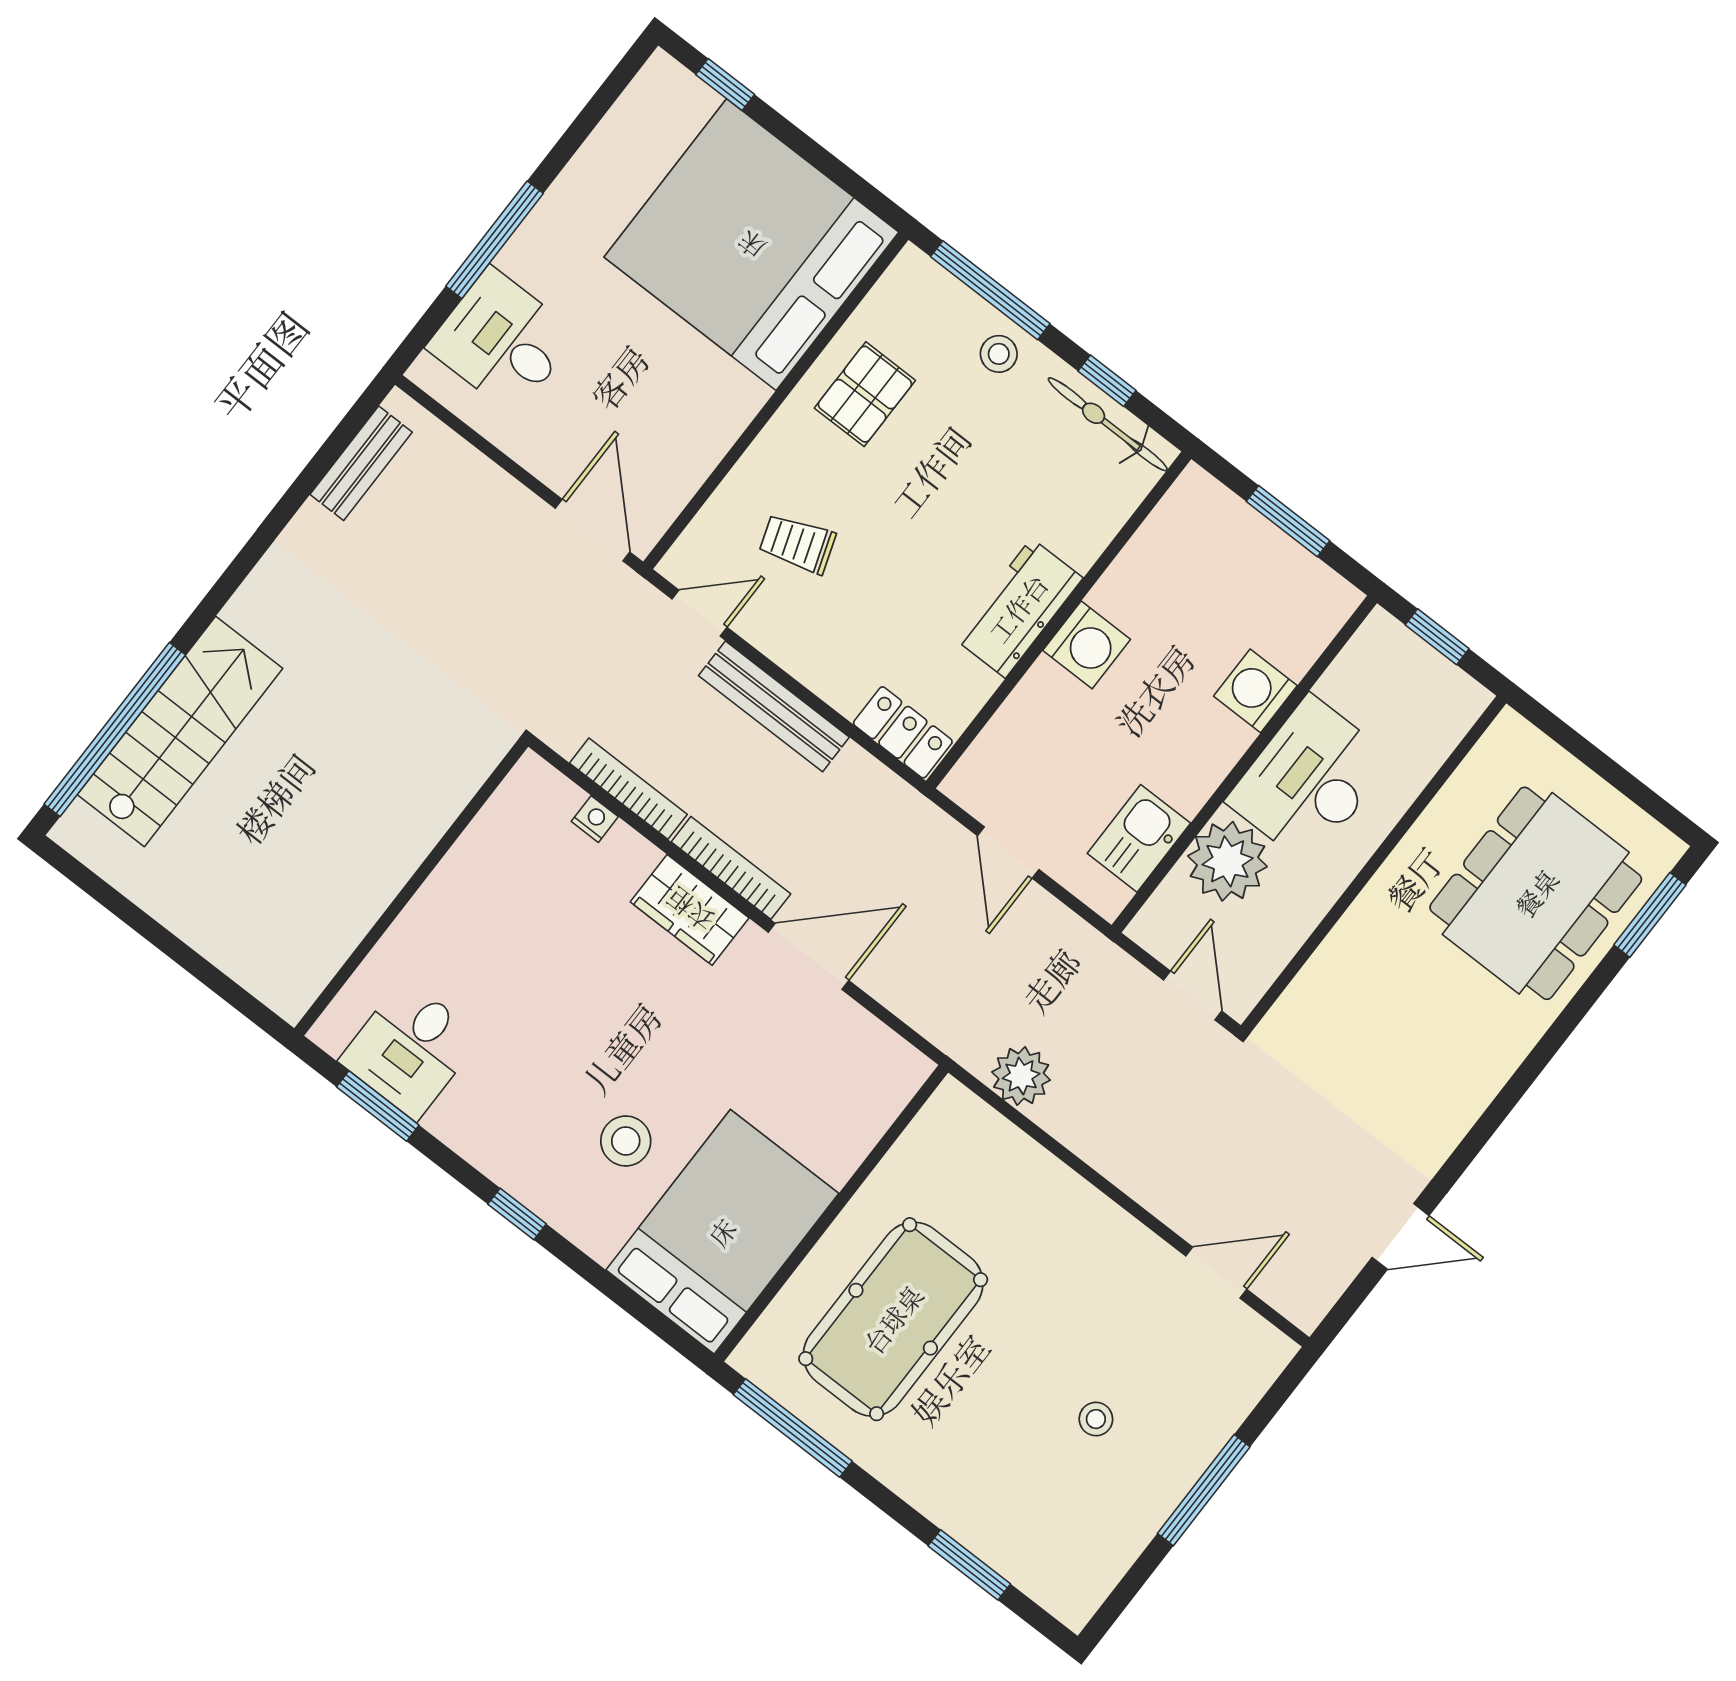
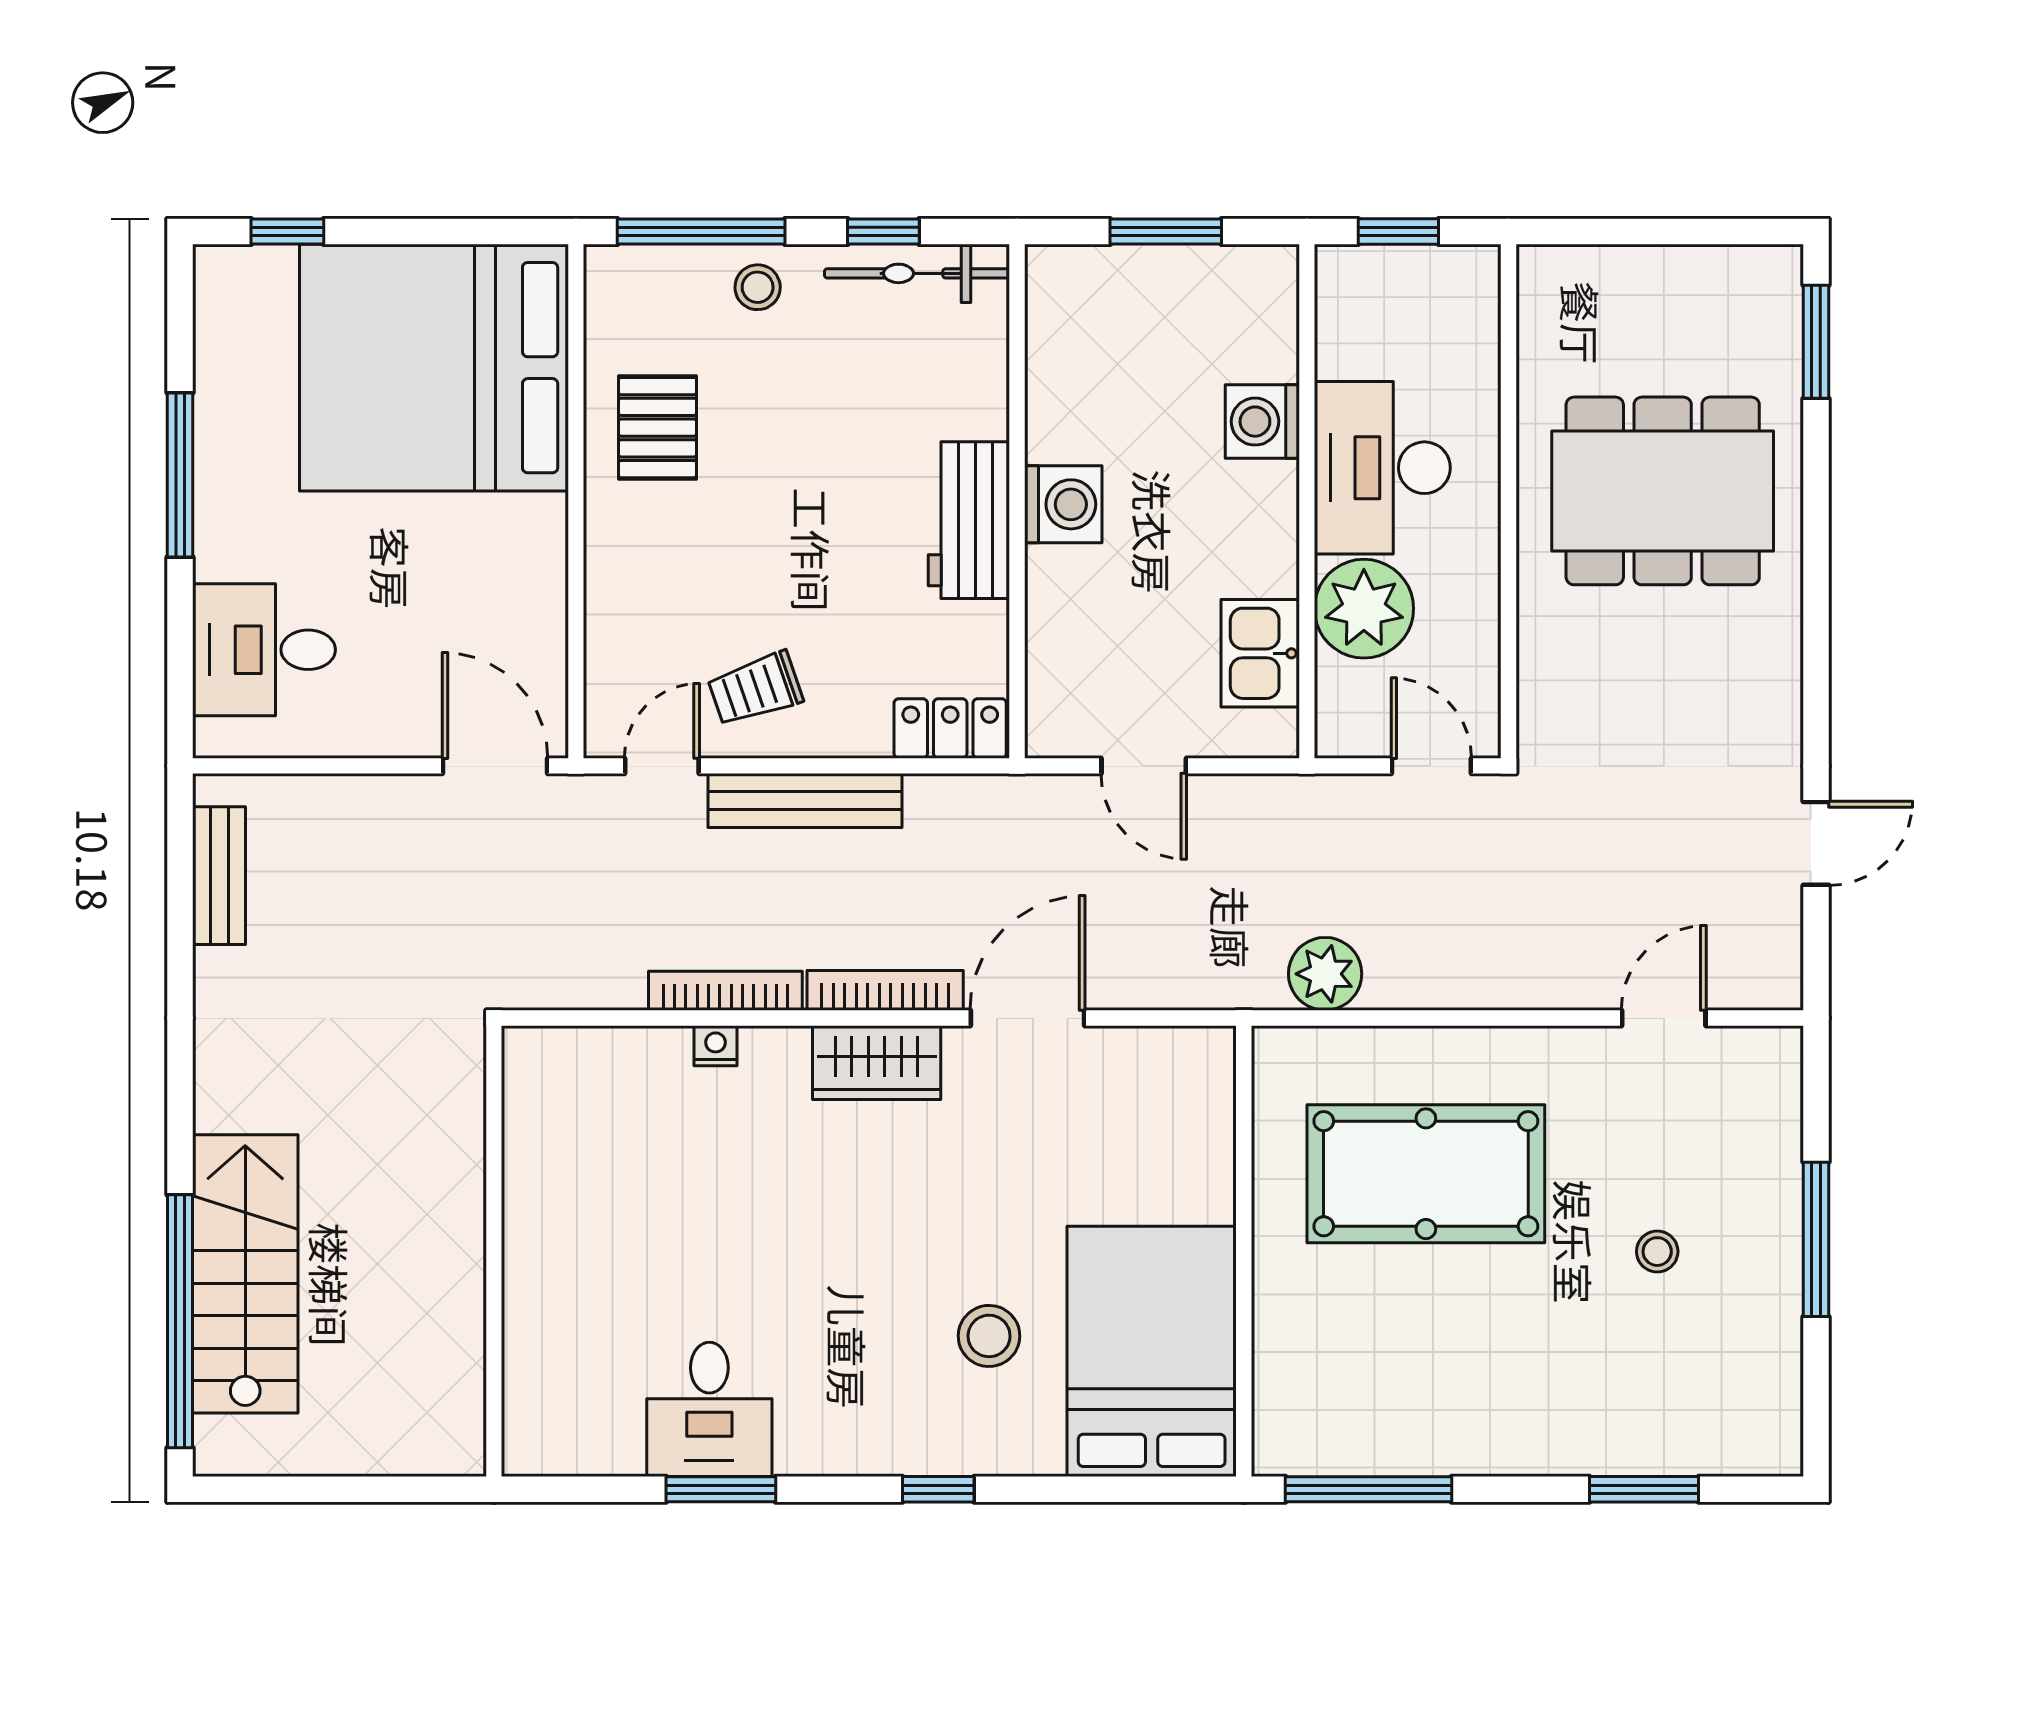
window: (494, 240) -> (180, 475), moved
trolley: (797, 544) -> (755, 689), moved
wall: (411, 888) -> (494, 1251), moved
dining table: (1536, 893) -> (1663, 491), moved, turned 90
pool table: (893, 1319) -> (1426, 1174), moved, turned 90

